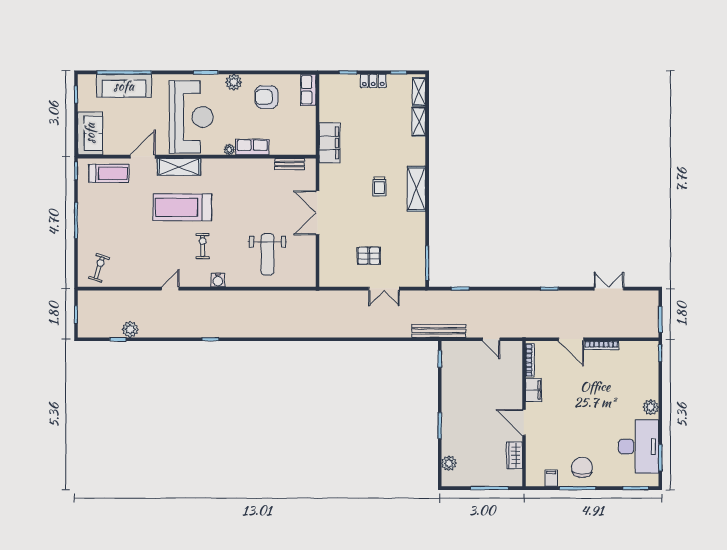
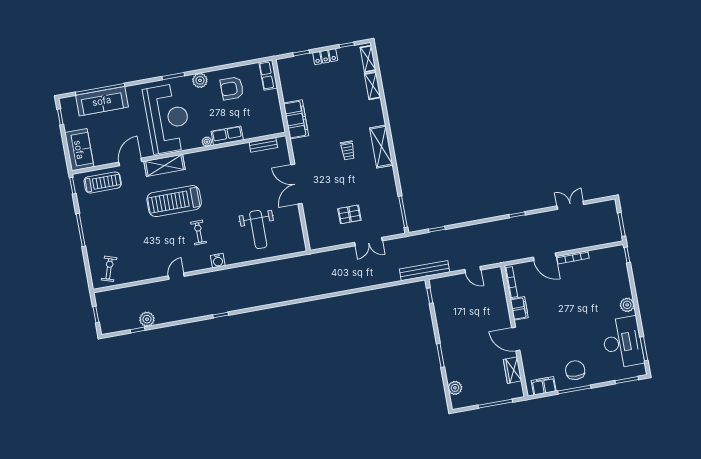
filing cabinet: (551, 478) -> (544, 386), width x2.00

